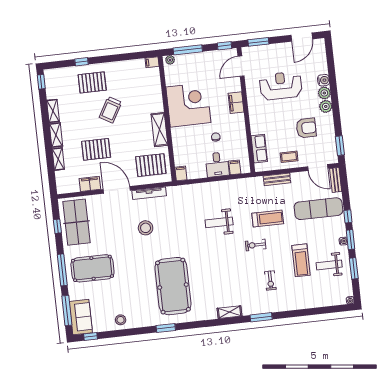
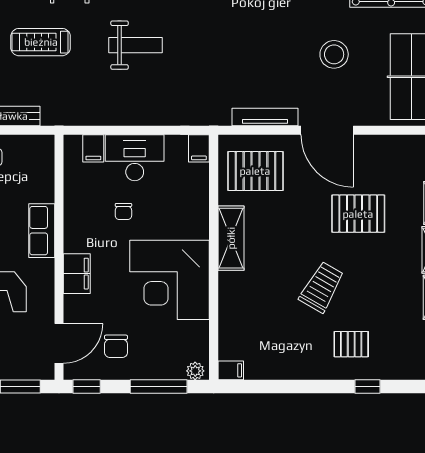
chair: (212, 68) -> (116, 346), added
pallet: (92, 82) -> (351, 344), width x0.67, depth x0.71
row of seats: (259, 149) -> (42, 231), moved
desk: (217, 165) -> (135, 158), width x1.37
filing cabinet: (90, 184) -> (378, 148), removed
stool: (146, 228) -> (334, 54), moved

